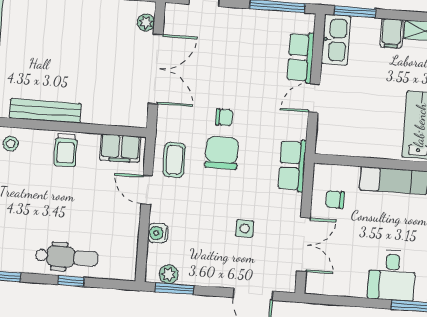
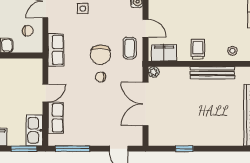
plant: (146, 22) -> (154, 72), moved

